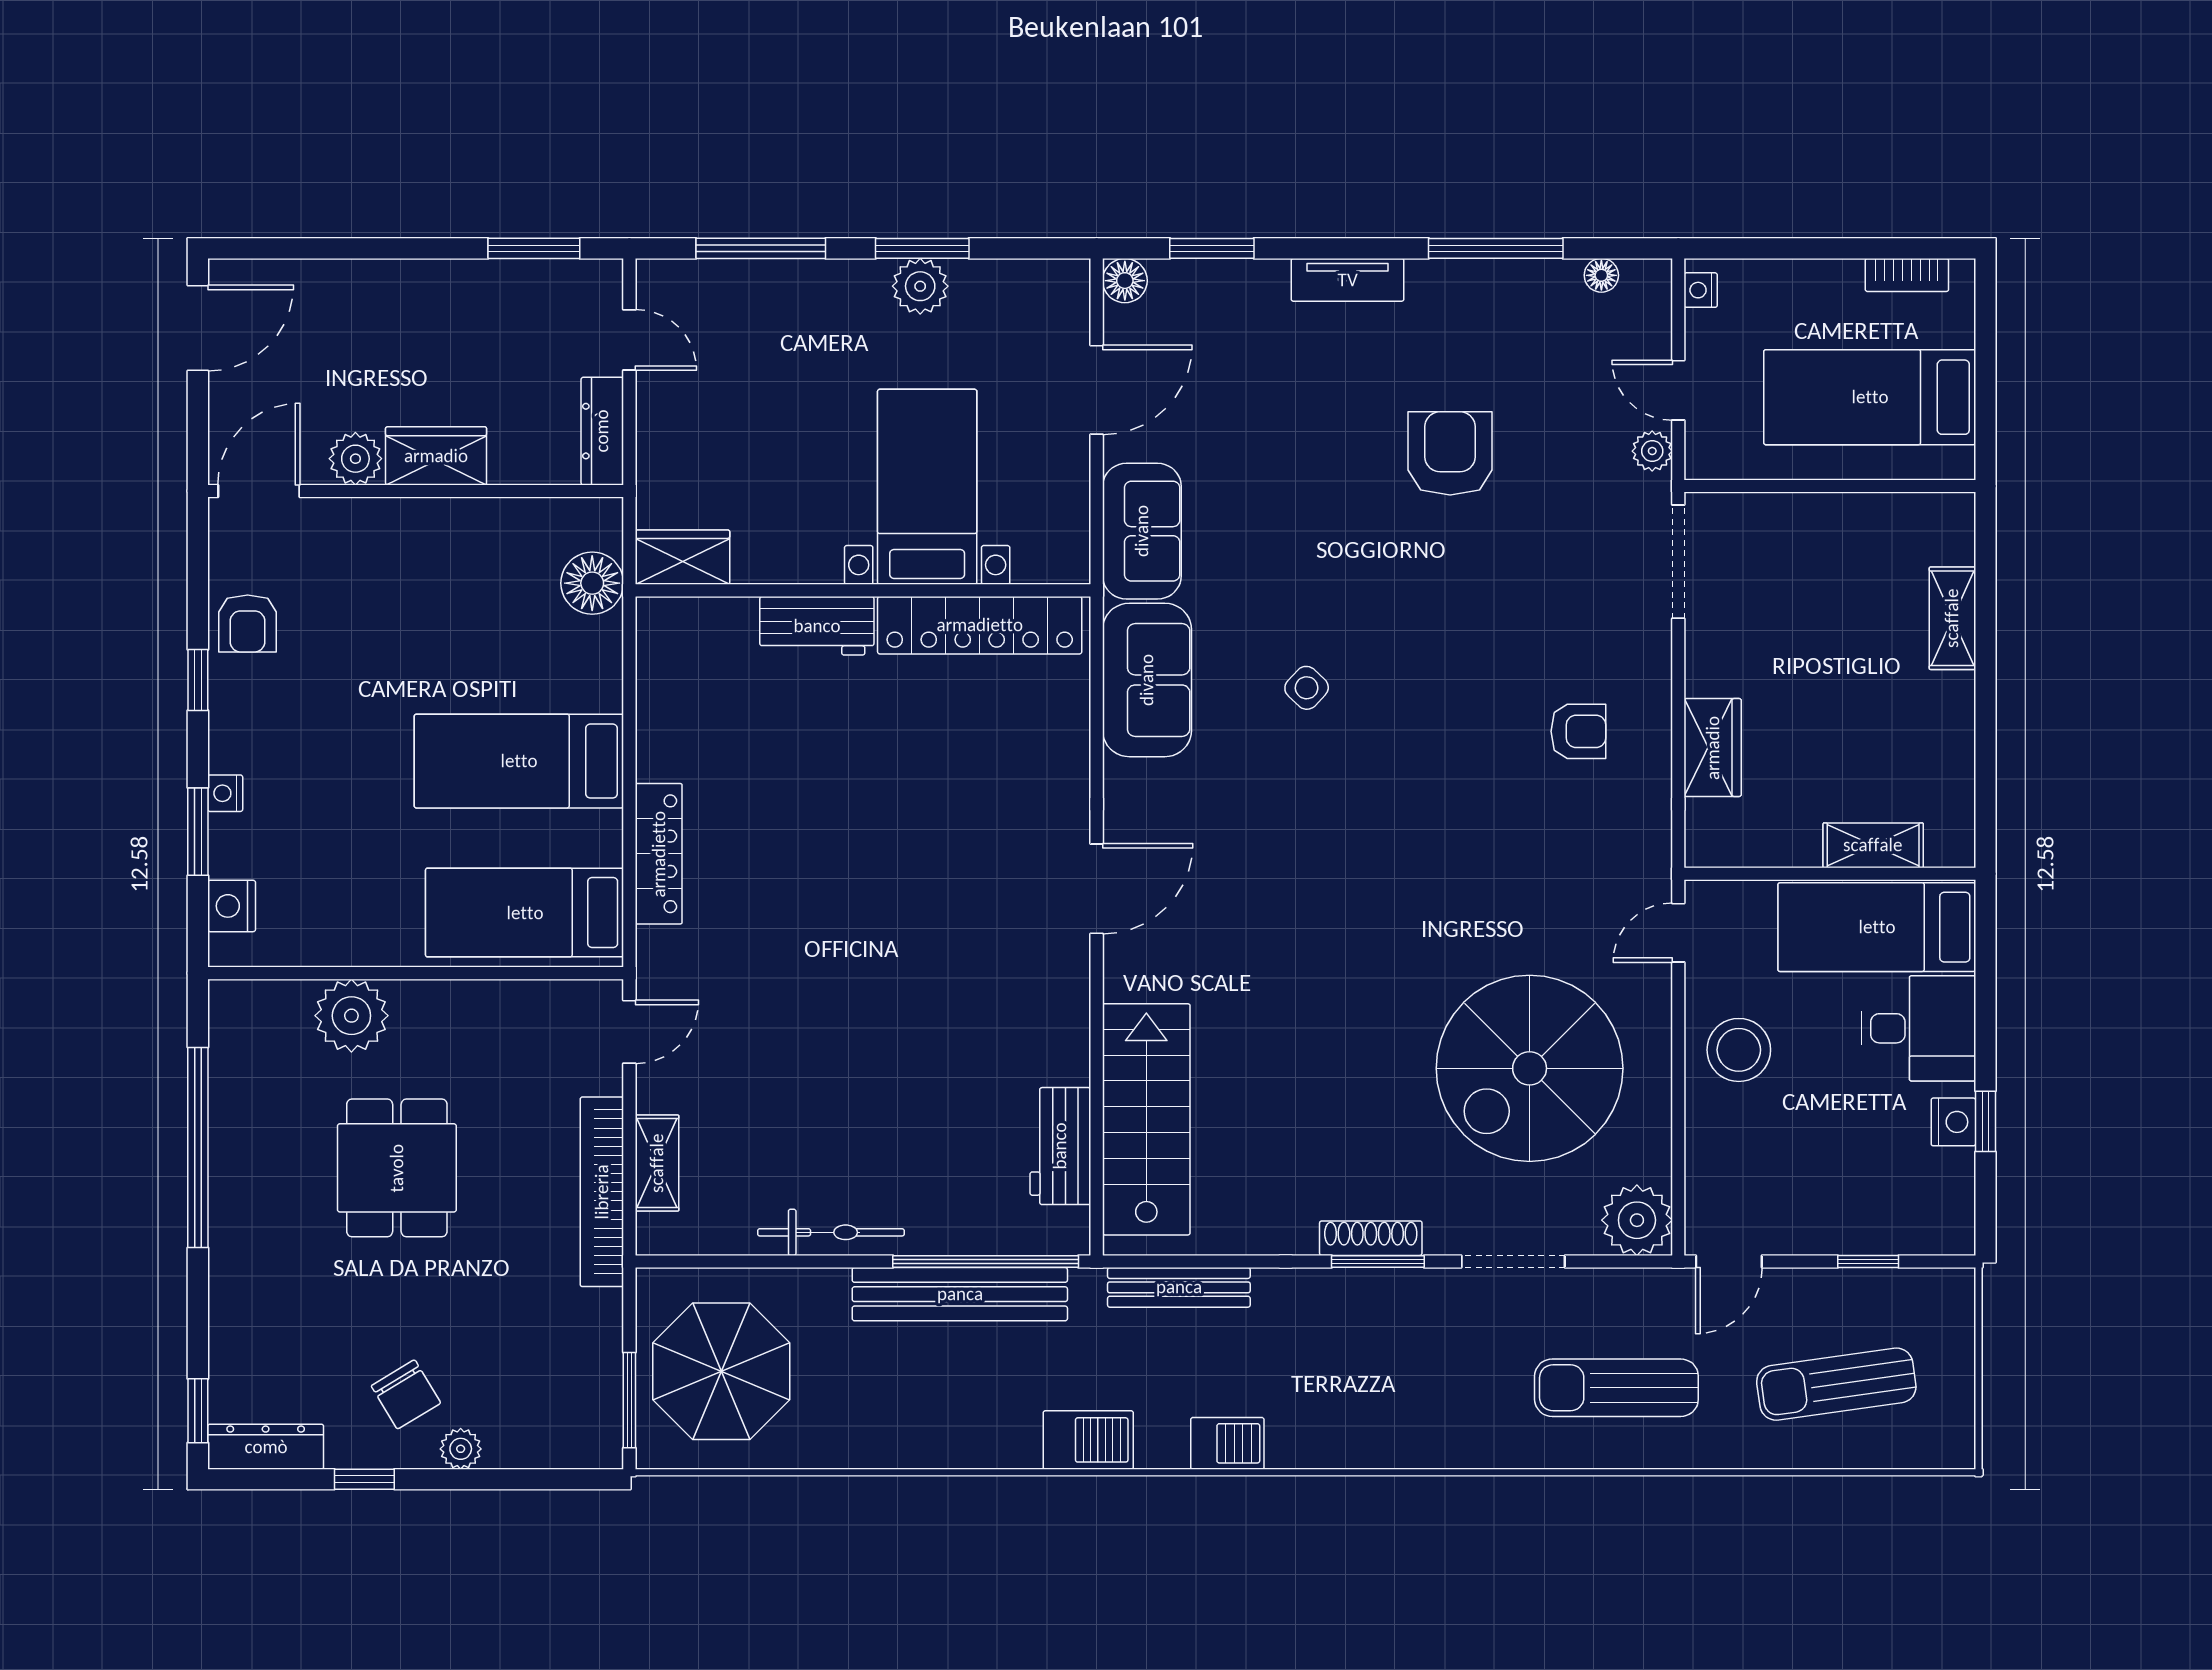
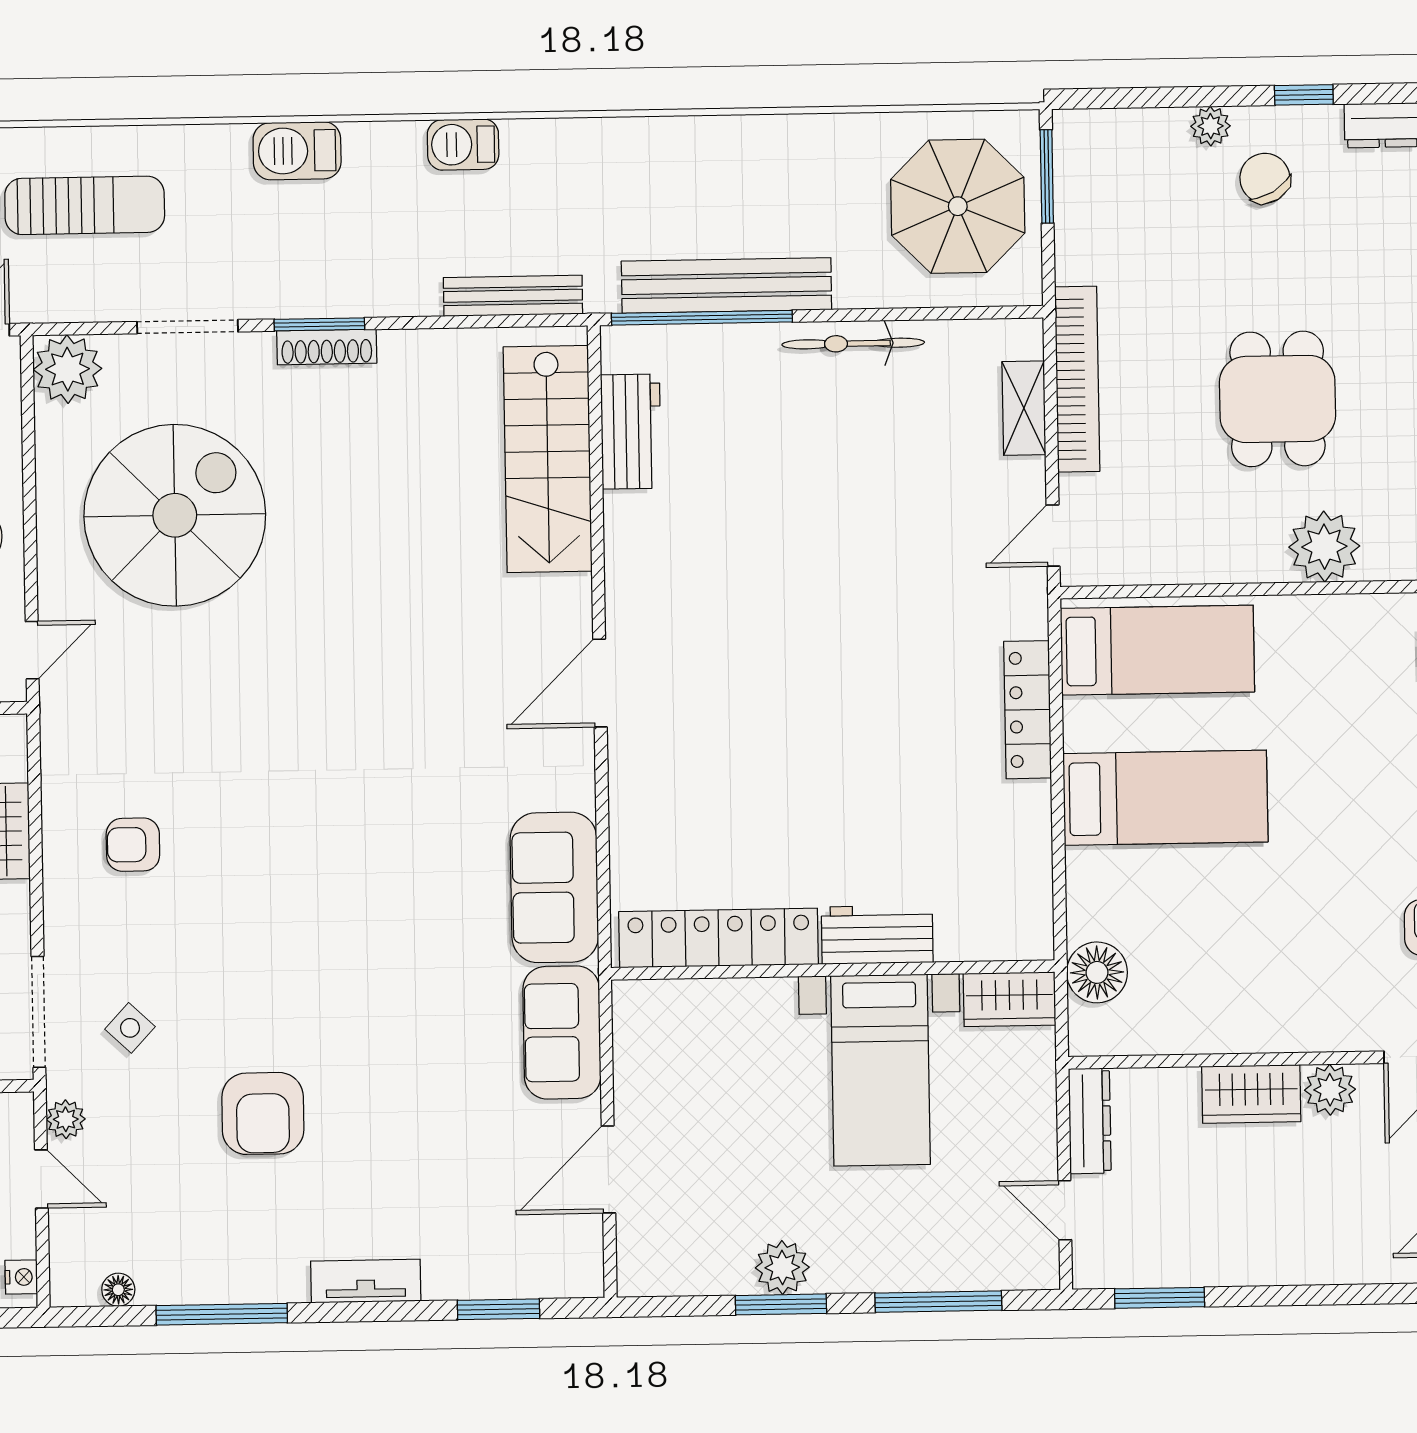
floor lamp: (1125, 281) -> (583, 1276), removed
bed with nightstands: (927, 487) -> (880, 1070), moved
side table: (1307, 688) -> (130, 1028), moved
barbecue: (1088, 1440) -> (297, 151), moved

